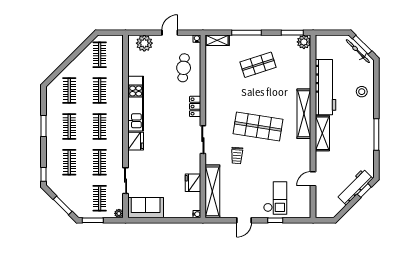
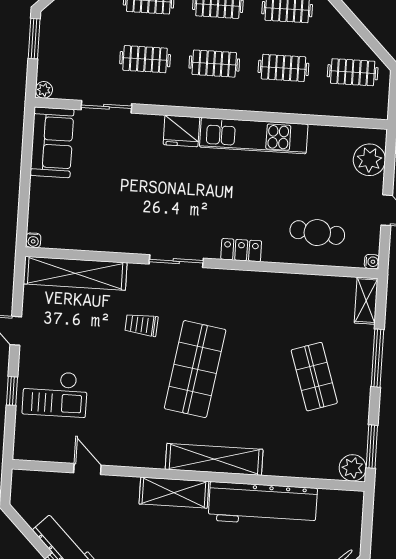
fridge: (193, 183) -> (94, 237), removed
clothes rail: (100, 198) -> (76, 55), removed

